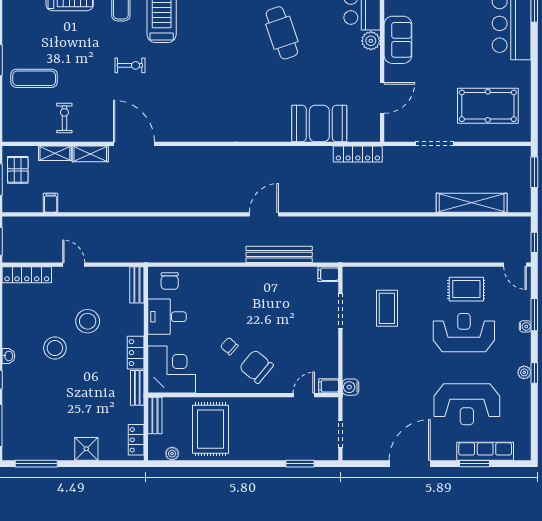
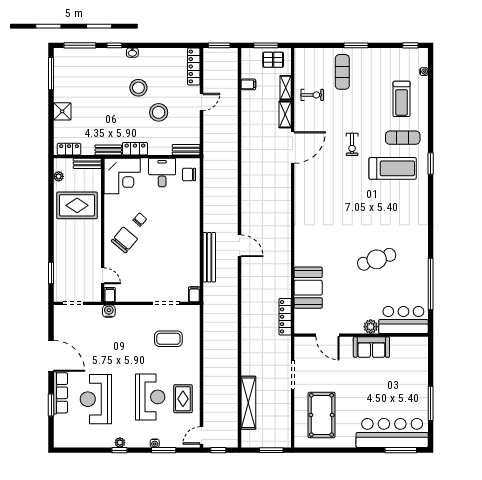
row of seats: (485, 451) -> (60, 393), moved

